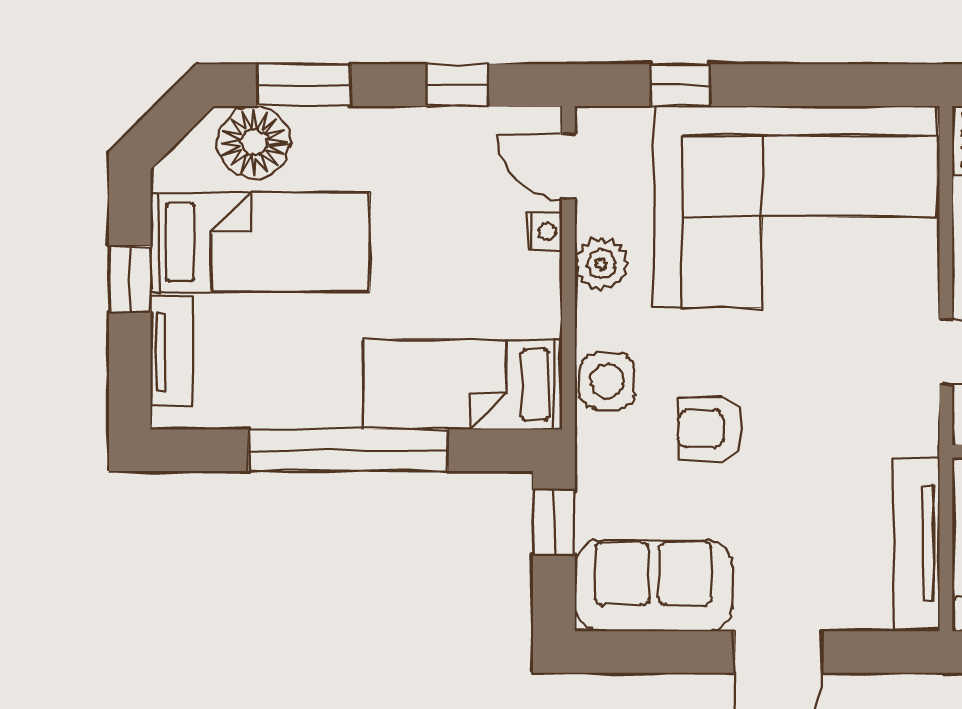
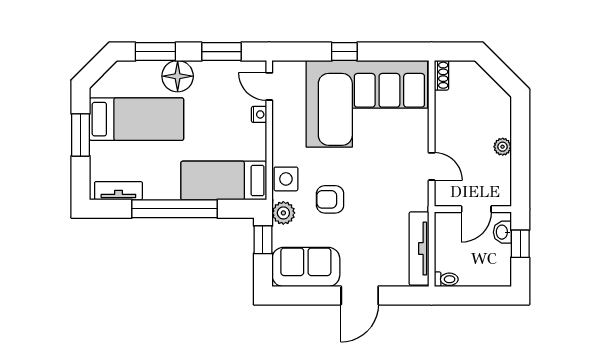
window: (457, 85) -> (221, 52), width x1.50
window: (680, 85) -> (344, 52), moved
floor lamp: (254, 142) -> (178, 76), moved
plant: (601, 264) -> (283, 213), moved
window: (130, 279) -> (81, 135), width x1.50
tv unit: (172, 351) -> (118, 191), moved, turned -90

